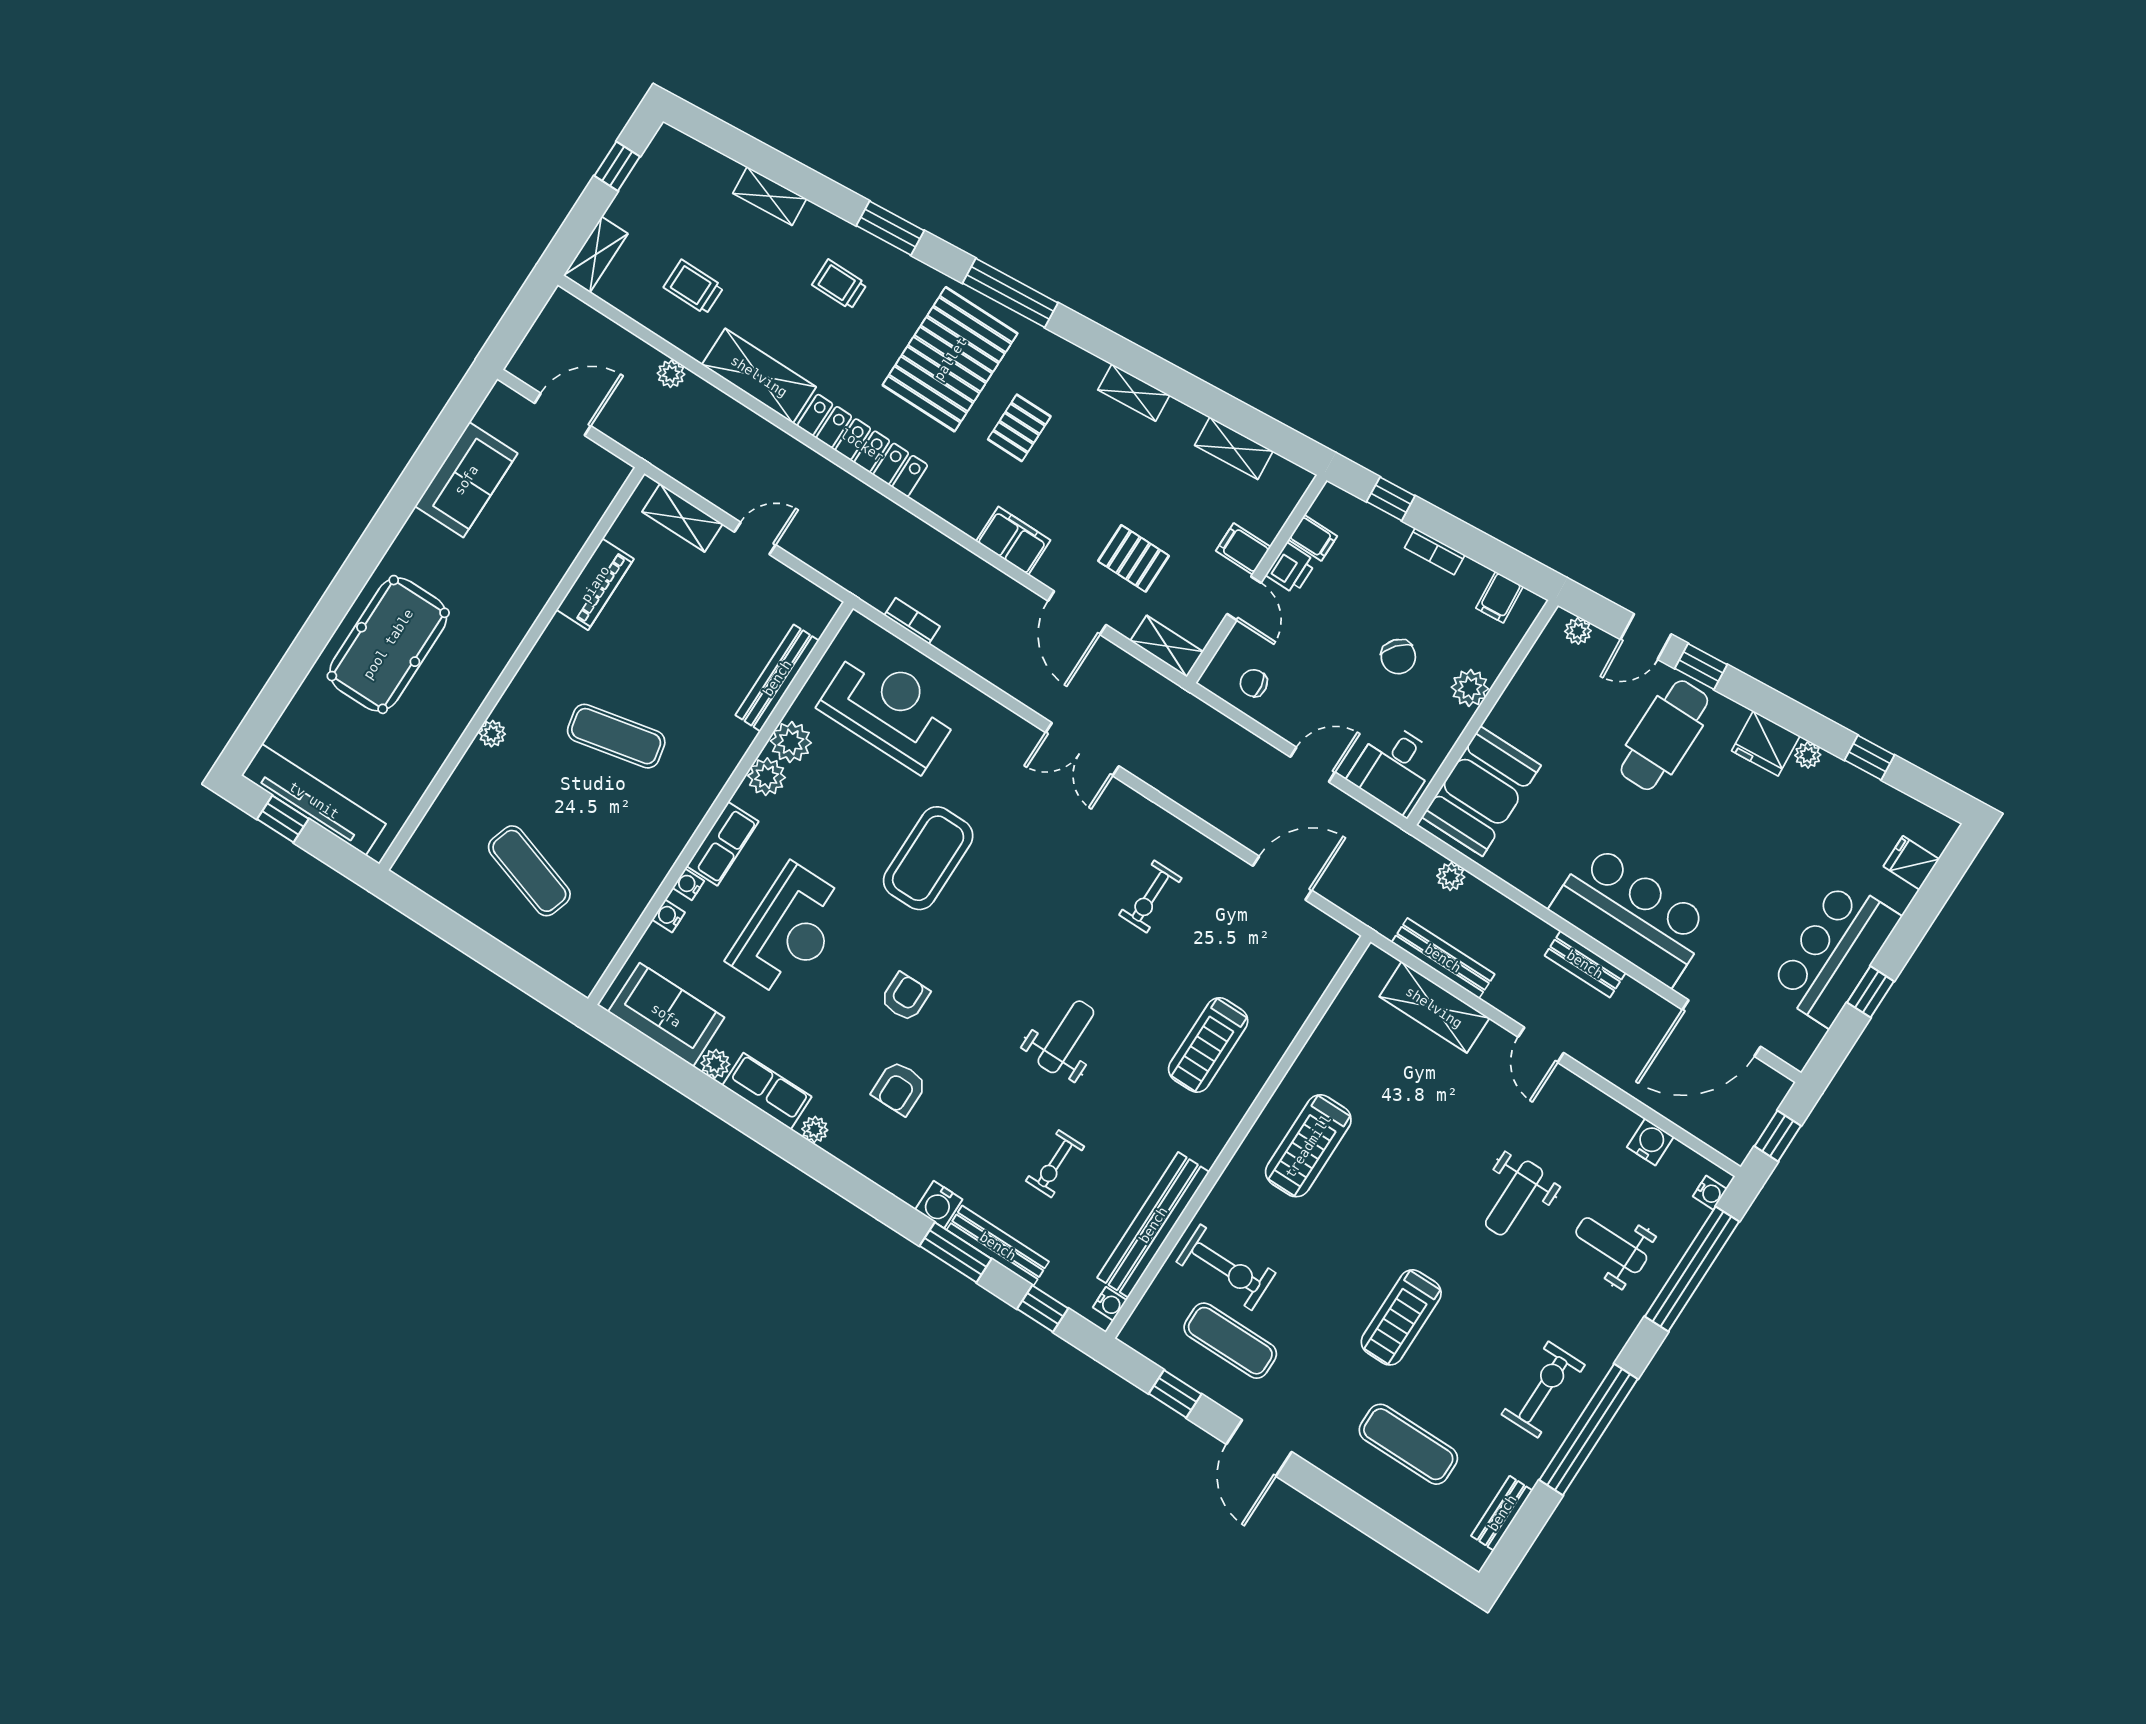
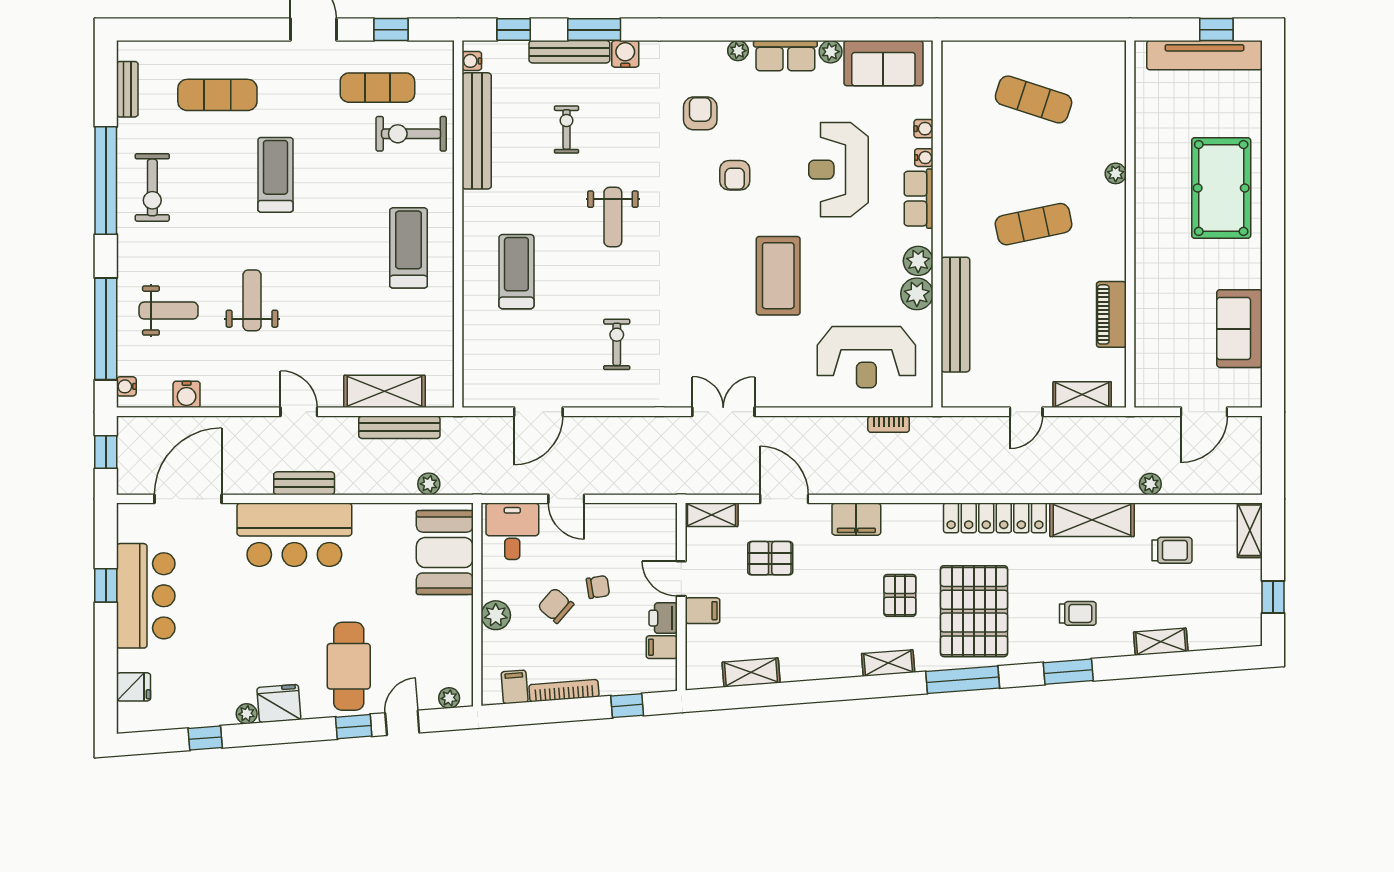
shelving: (1134, 393) -> (888, 663), moved
bookcase: (1435, 551) -> (564, 691), width x1.56
bench: (777, 678) -> (955, 315), width x1.37, depth x1.21
chair: (1254, 683) -> (598, 587), moved
door: (1313, 765) -> (566, 499), hinge flipped

